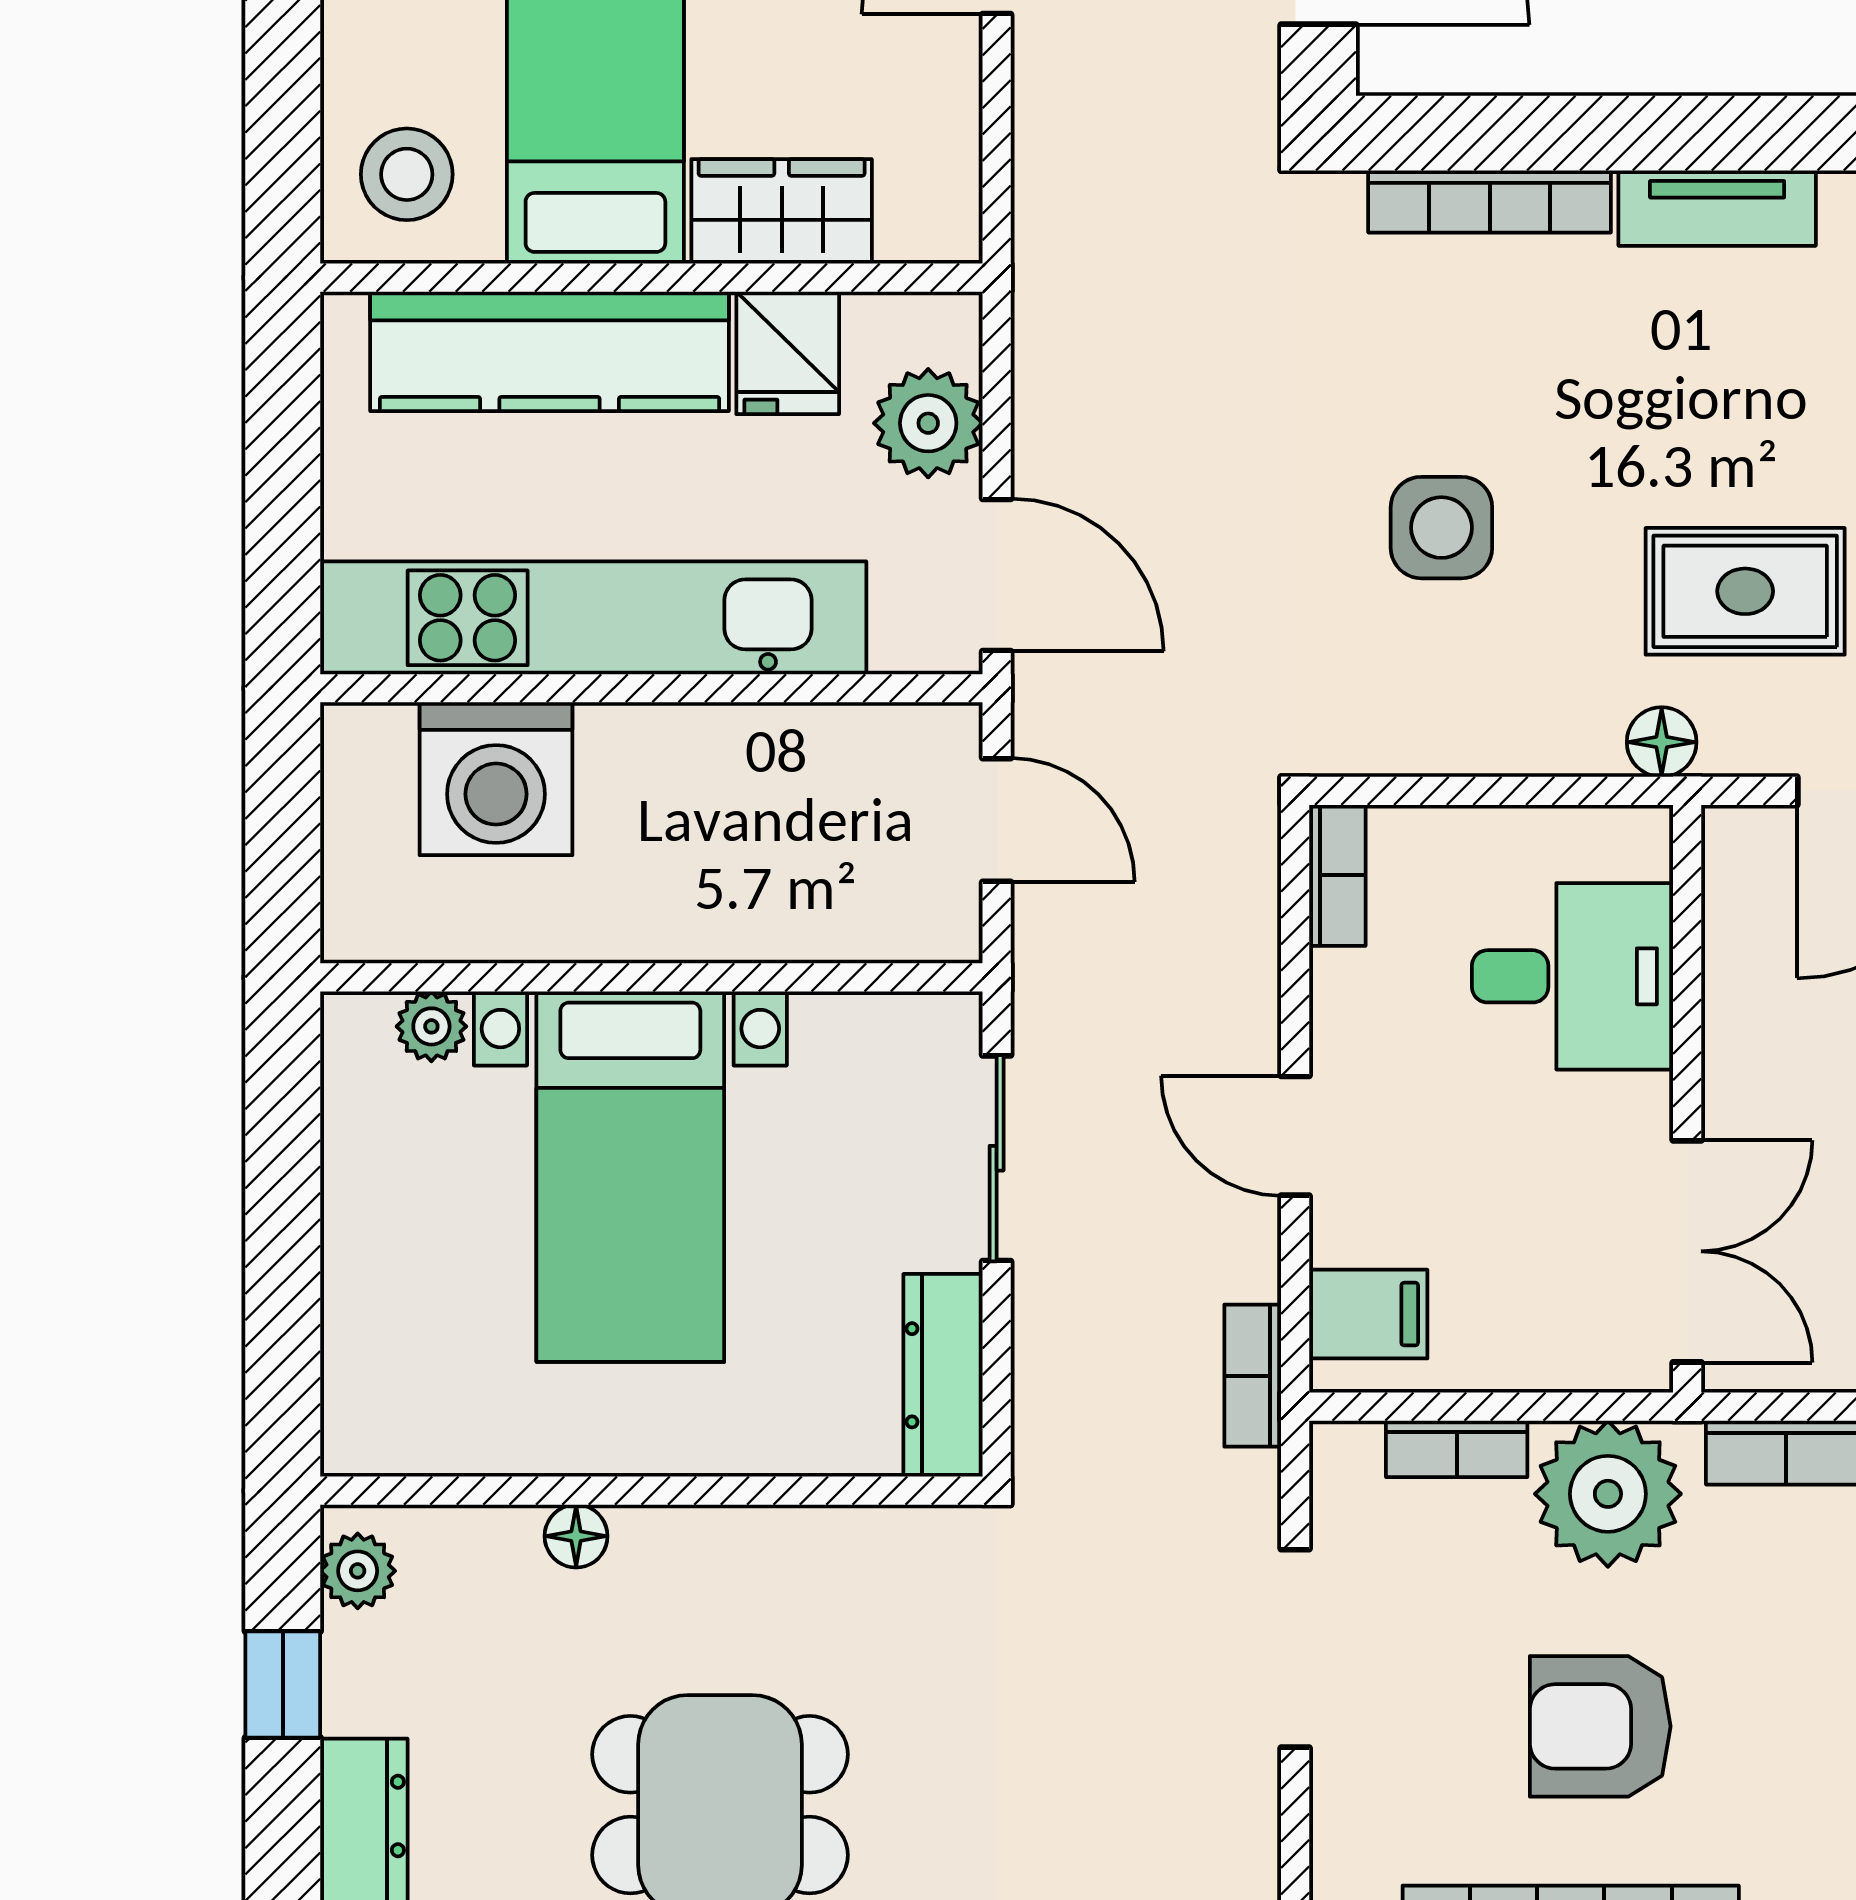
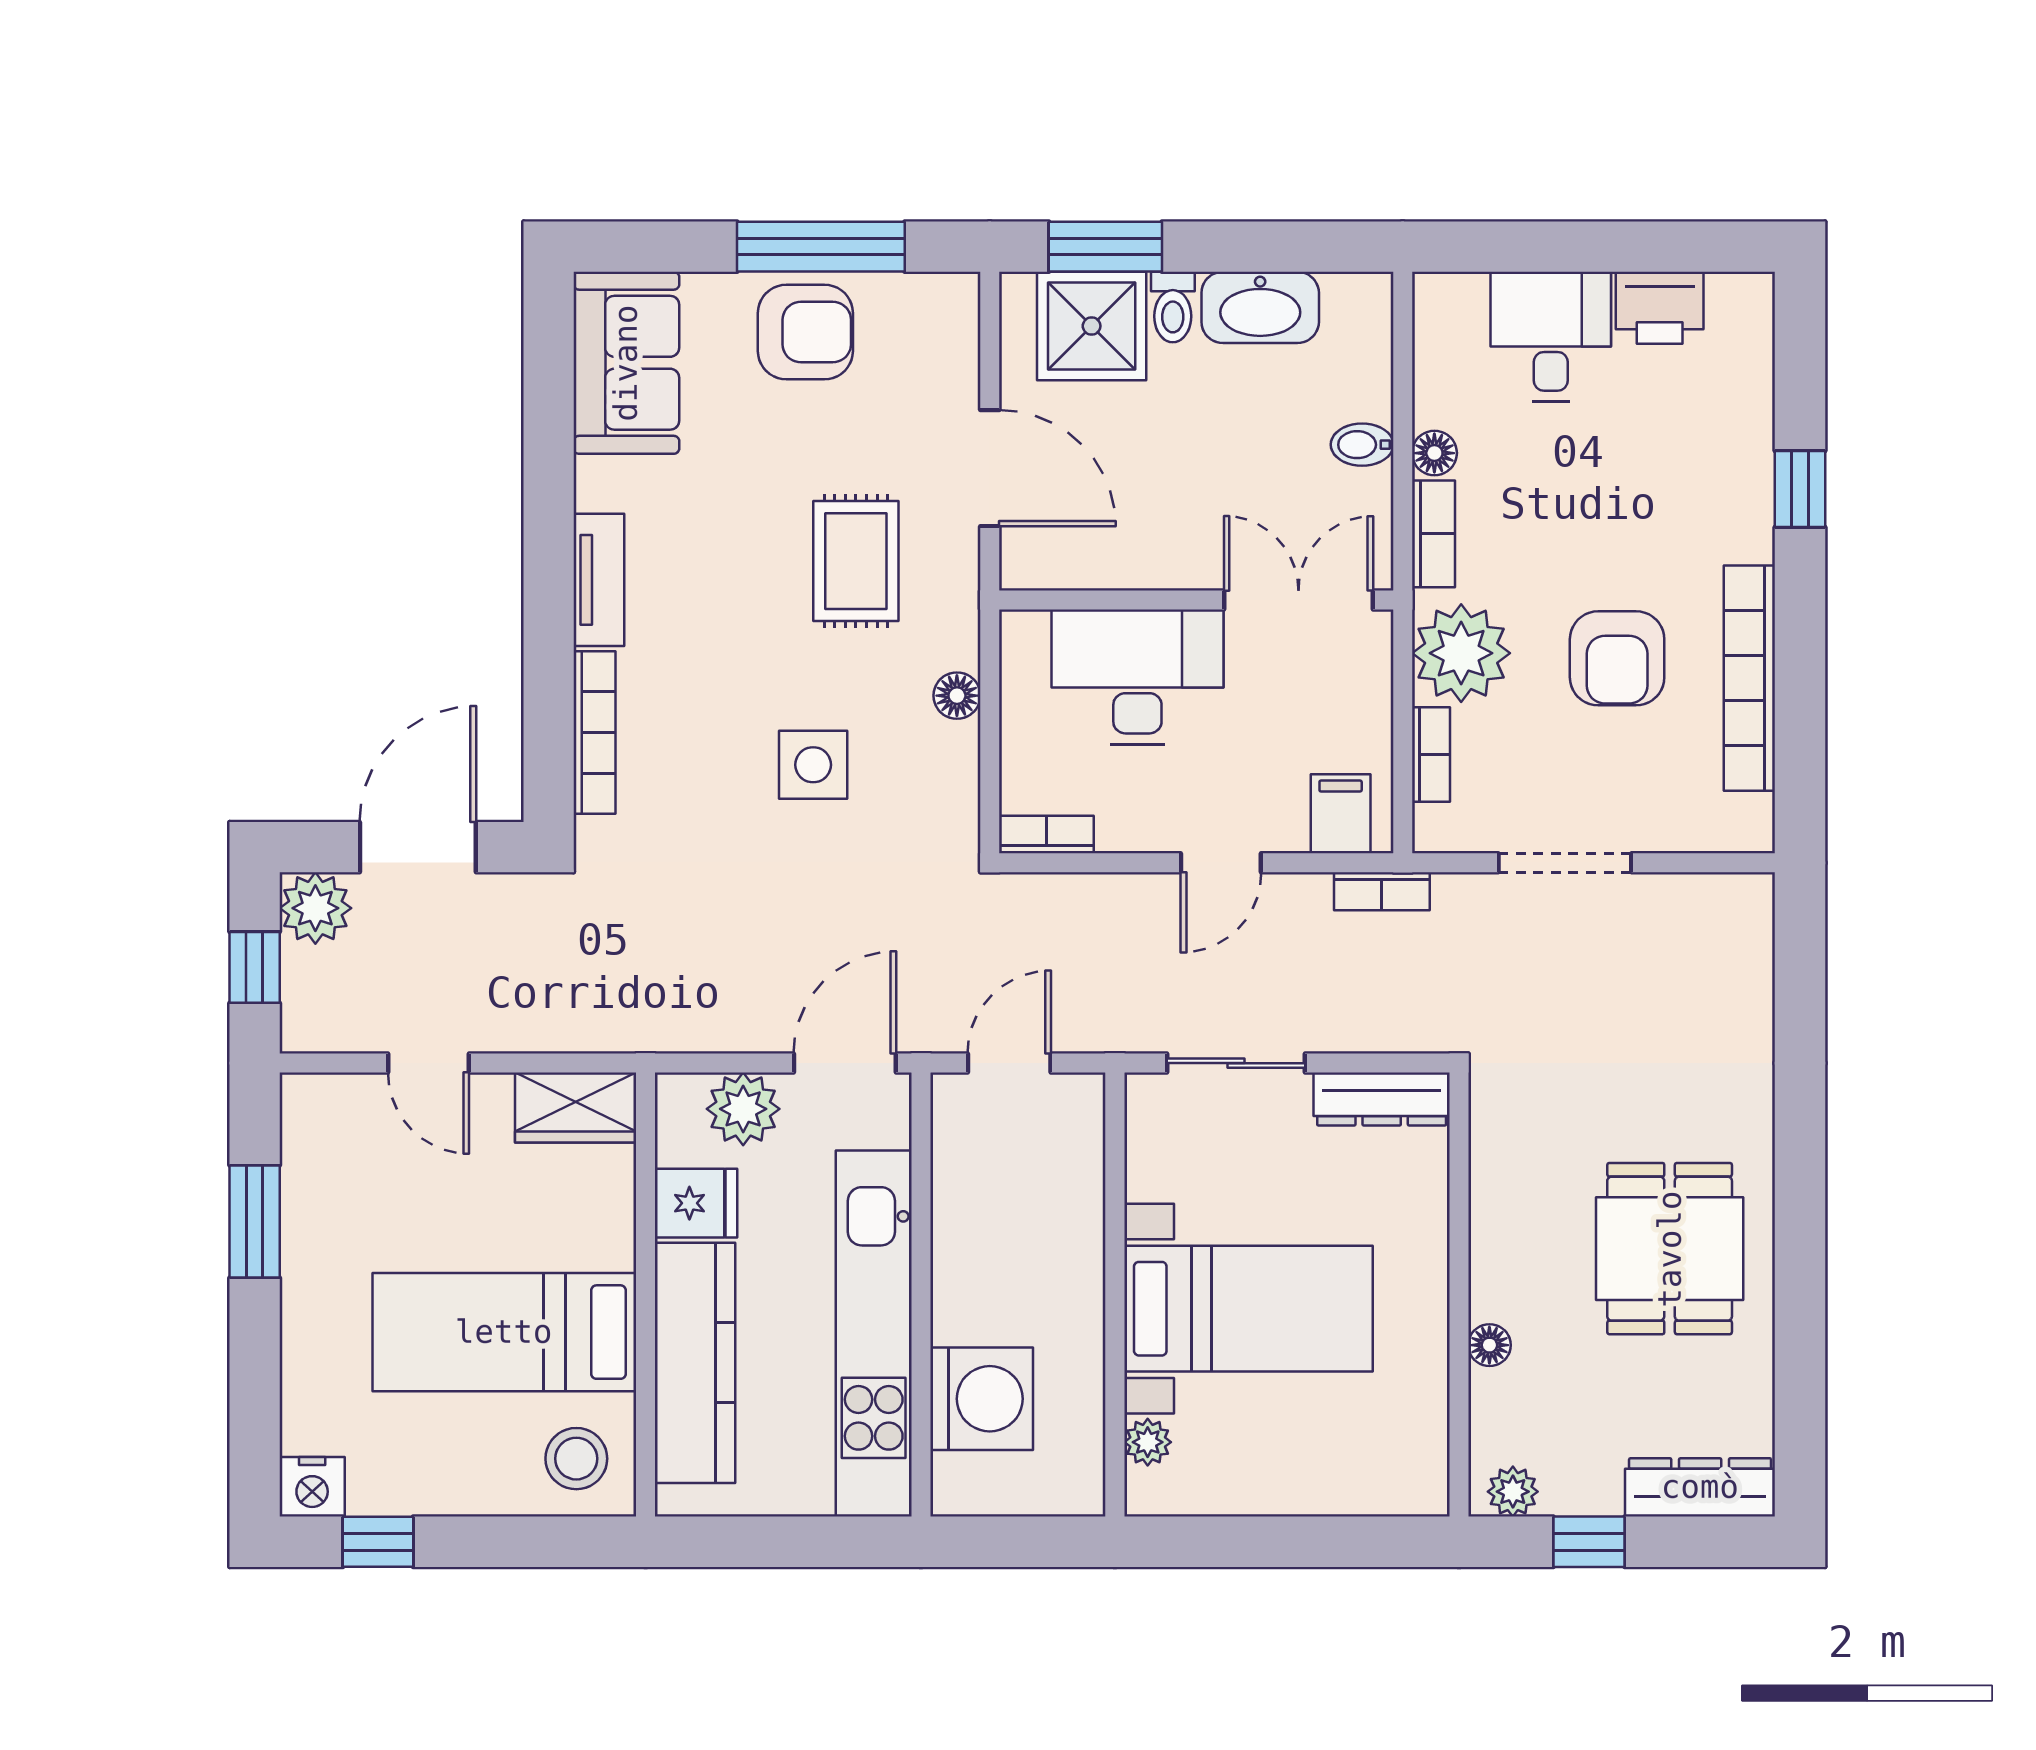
wardrobe: (782, 211) -> (576, 1108), moved, turned -90
floor lamp: (1662, 742) -> (957, 696), moved
desk: (1572, 976) -> (1137, 677), width x1.37

